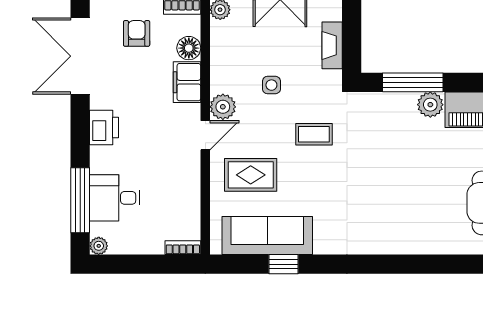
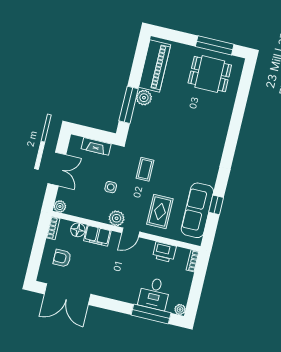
printer: (104, 127) -> (164, 252), moved, turned 180
door: (205, 135) -> (131, 232), swing flipped

